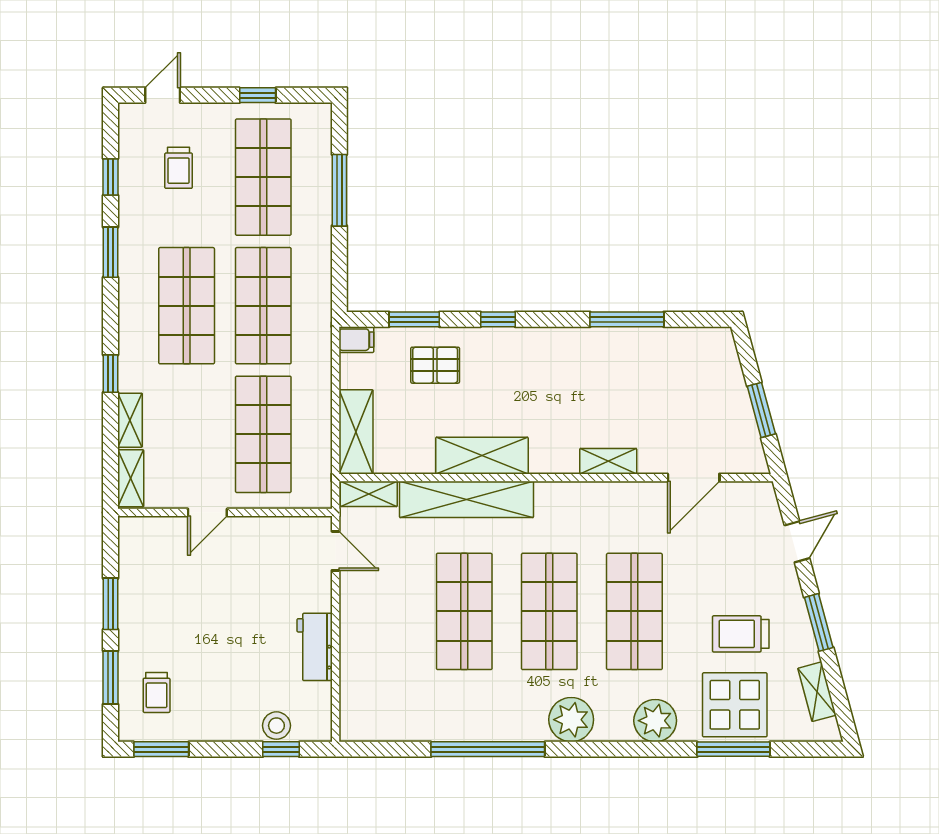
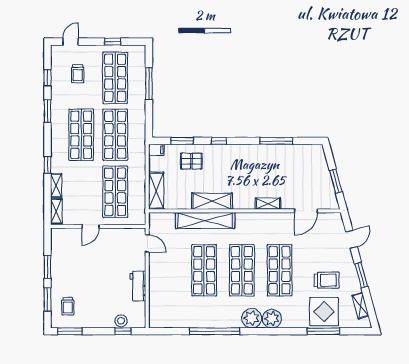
shelving: (369, 494) -> (162, 218), removed
trolley: (741, 634) -> (327, 280), turned 180
plant: (655, 721) -> (272, 319), moved

